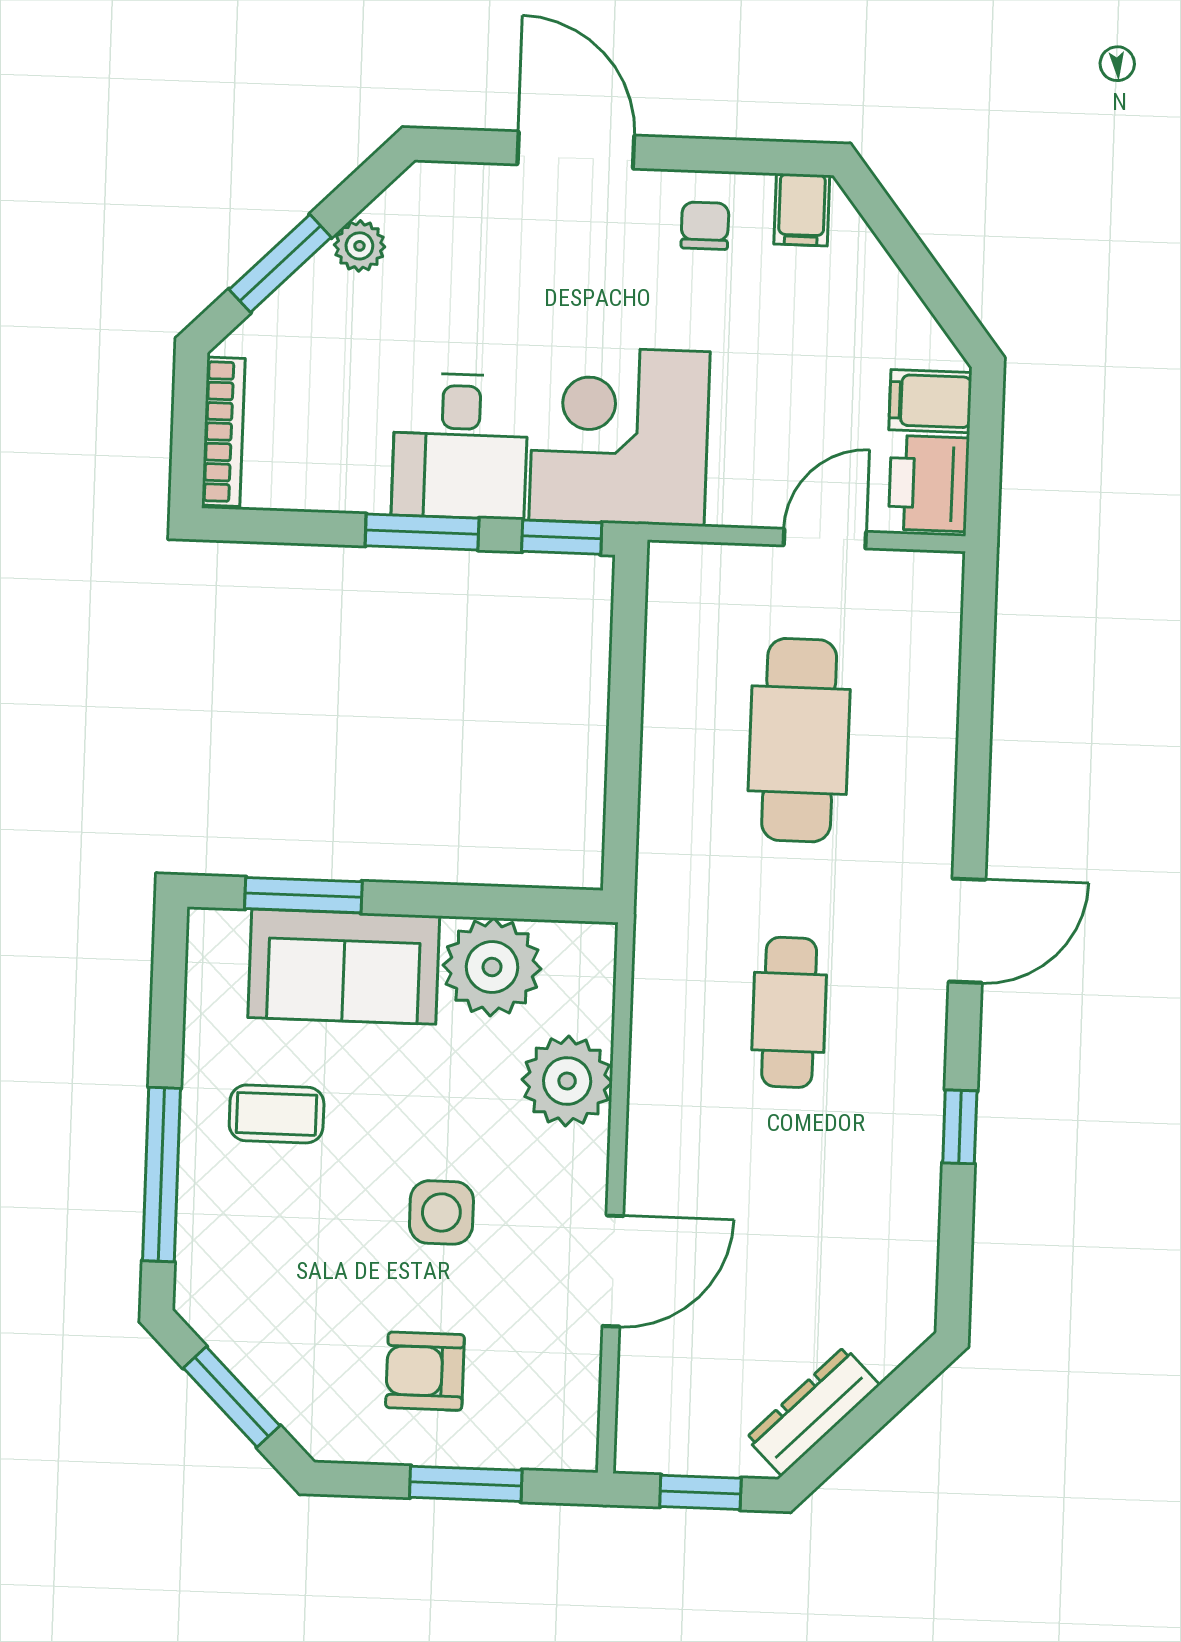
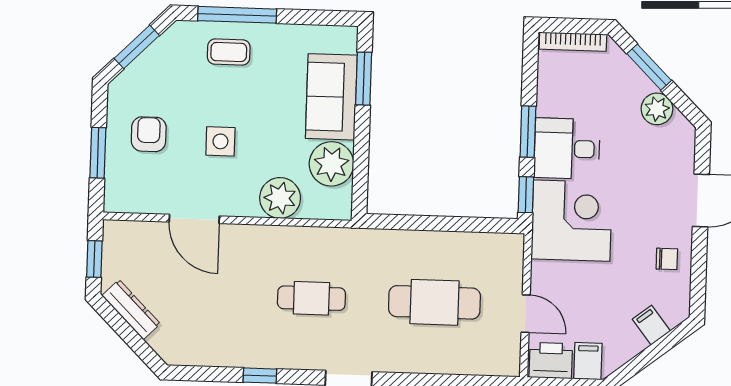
filing cabinet: (802, 210) -> (651, 325), moved, turned 52
plant: (359, 246) -> (657, 109), width x1.38, depth x1.38
coffee table: (277, 1114) -> (229, 52), moved, turned 90

